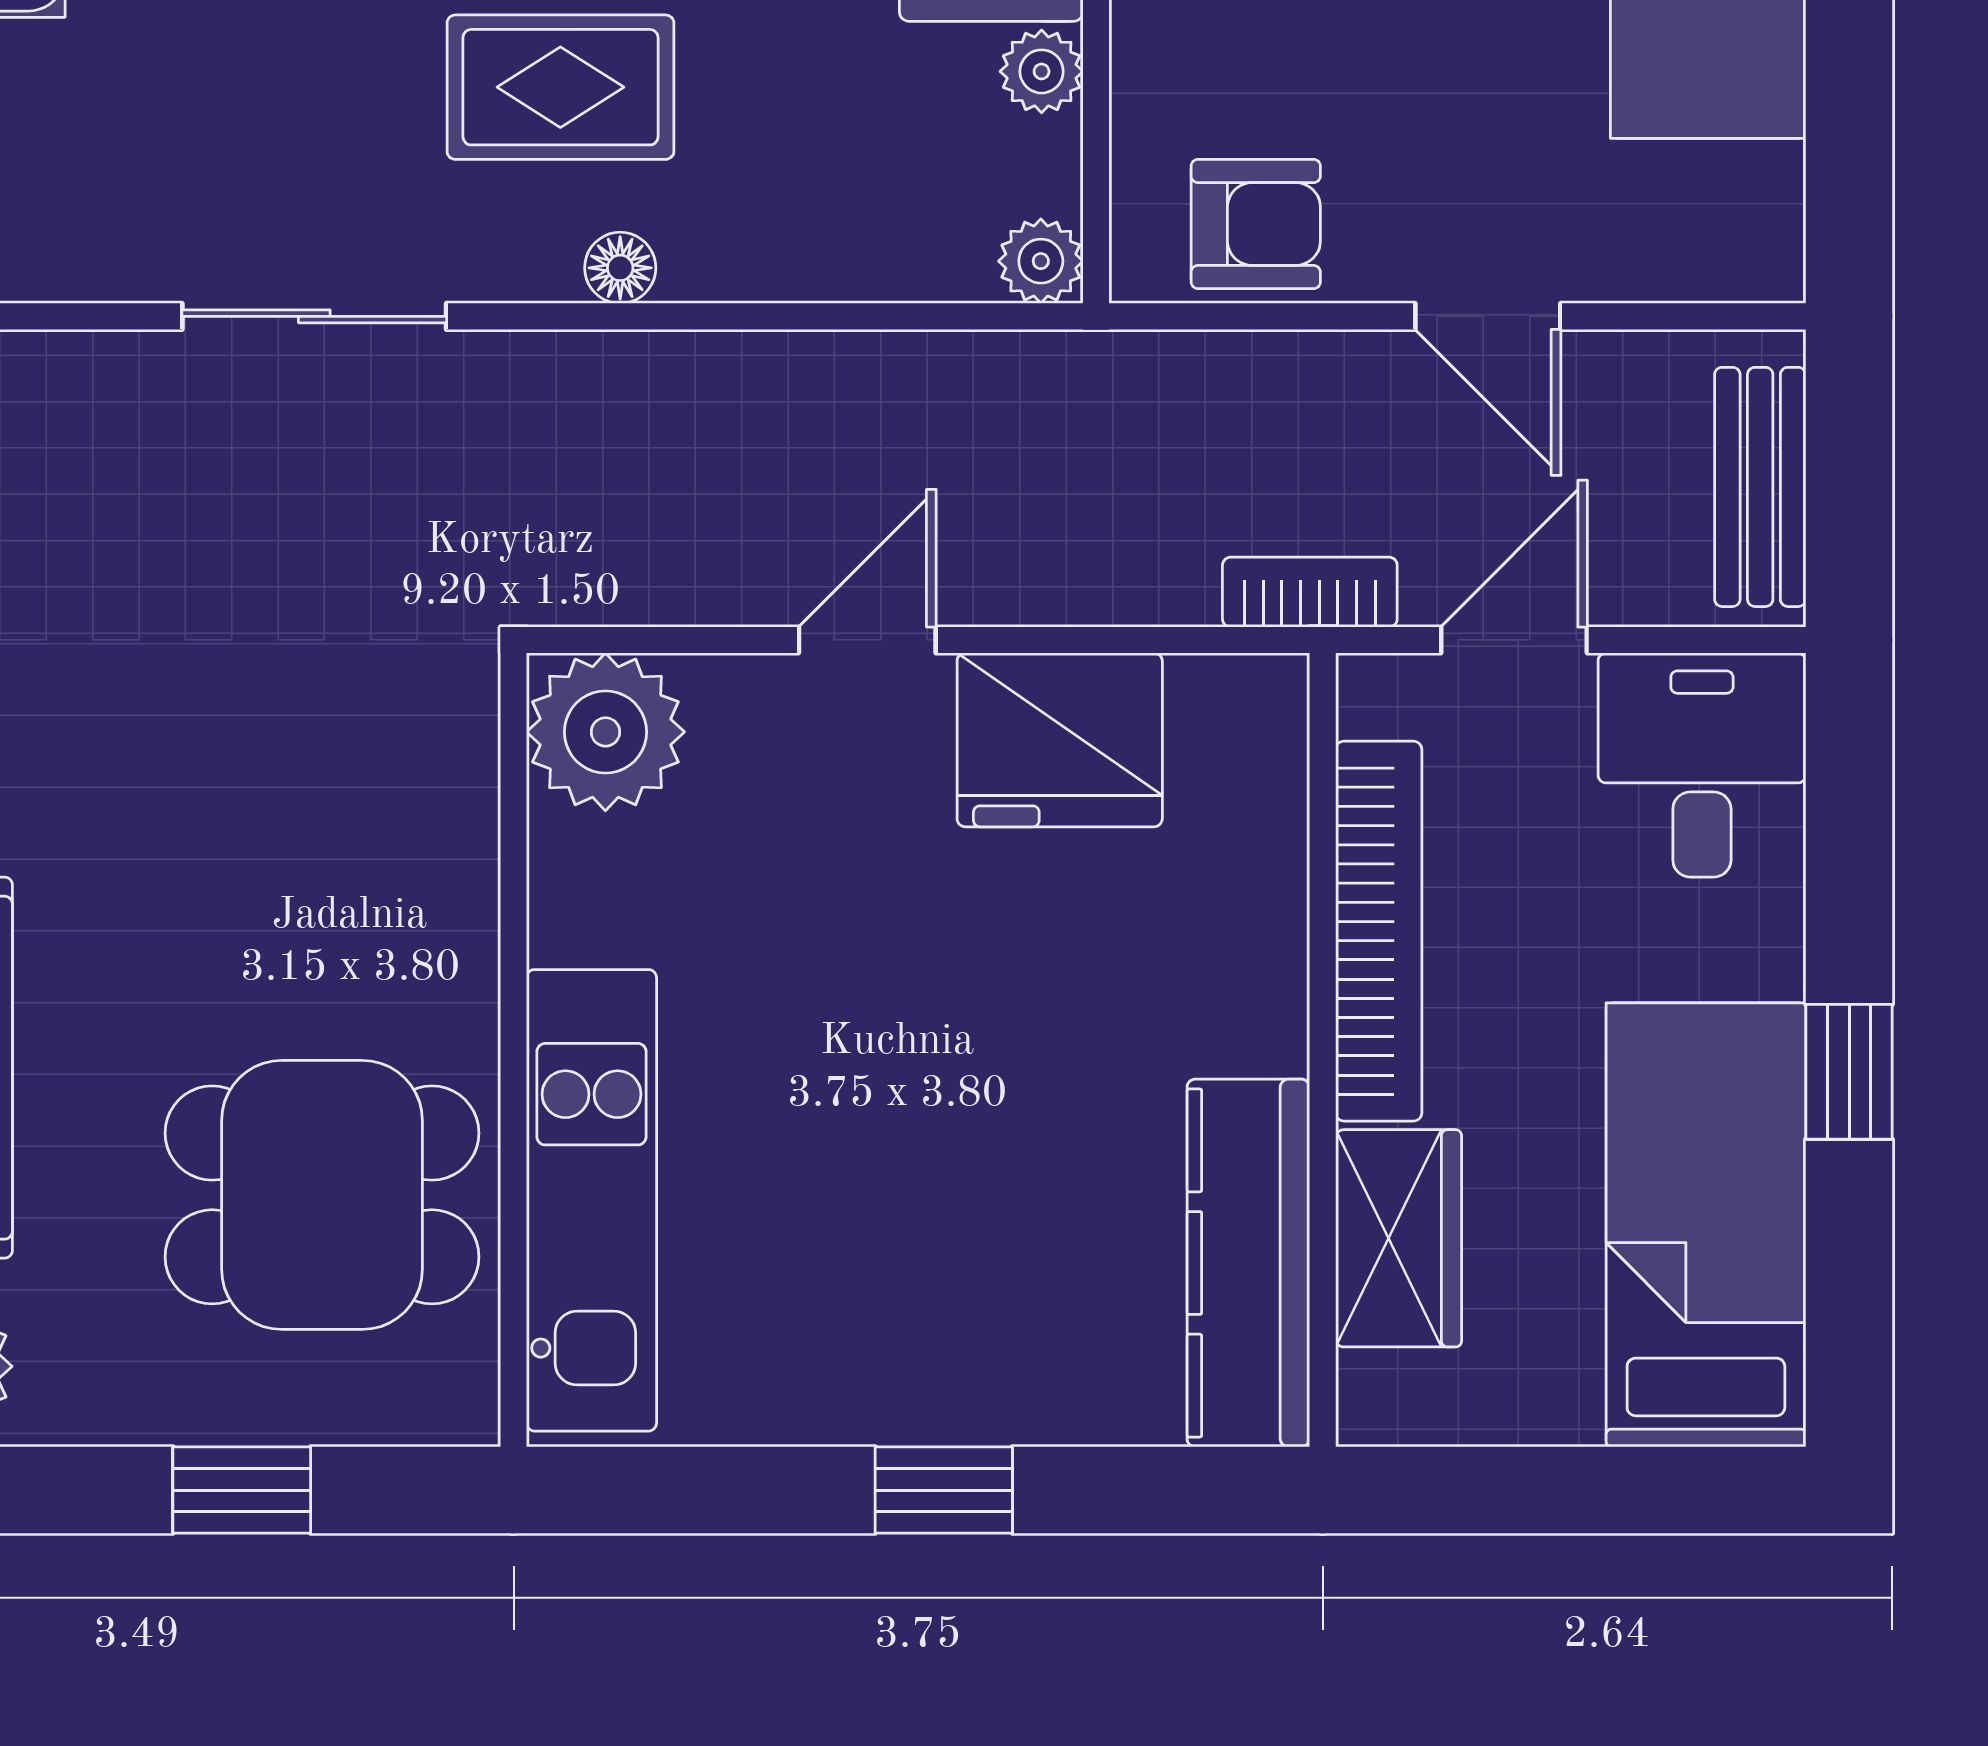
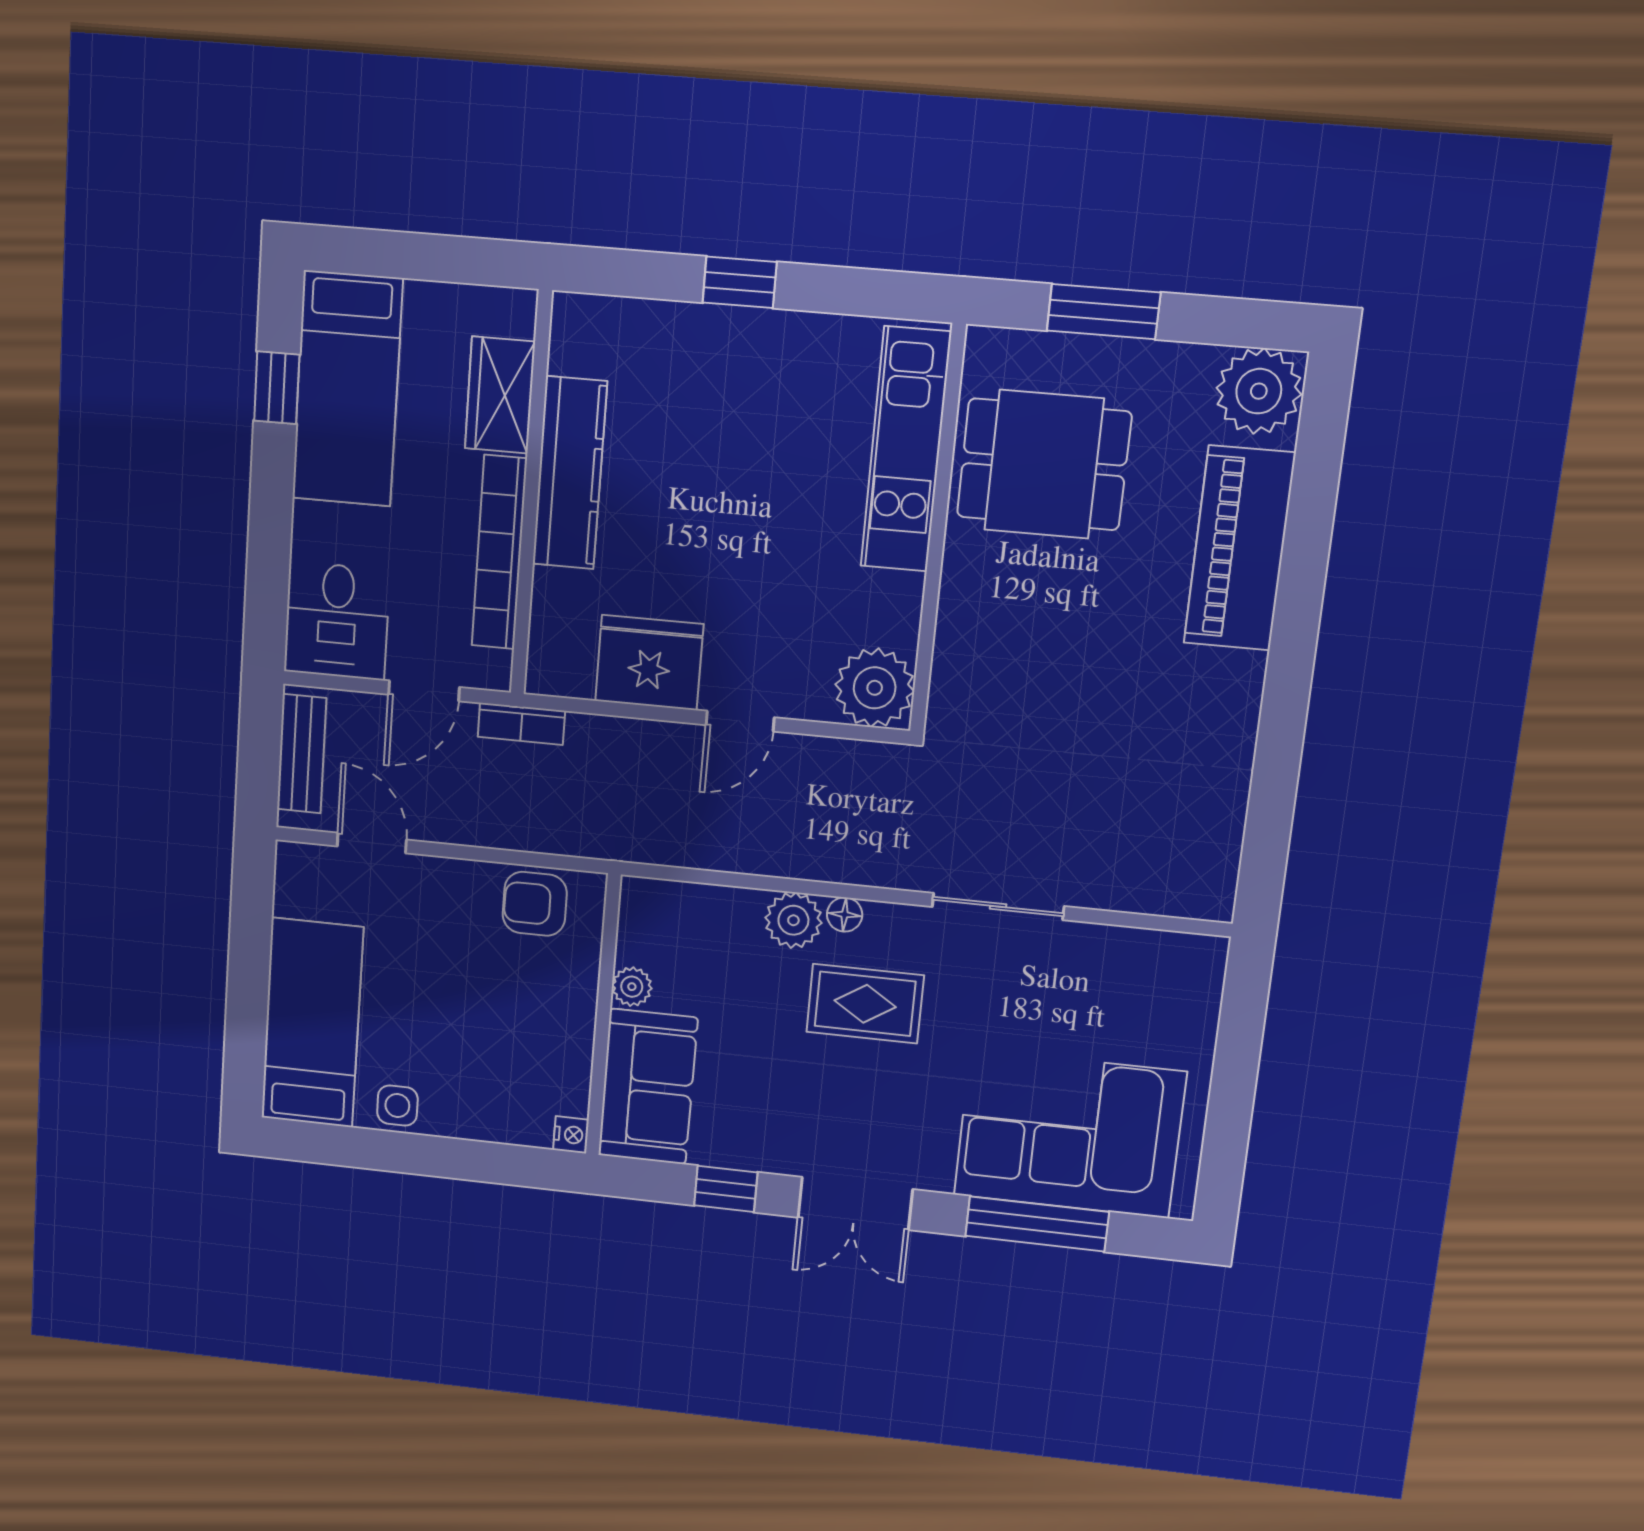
plant: (1041, 261) -> (793, 920), moved, width x1.38, depth x1.38
door: (1488, 316) -> (372, 843), moved
window: (1849, 1072) -> (277, 388), moved
kitchen counter: (1248, 1263) -> (570, 473), moved
window: (242, 1490) -> (1104, 312), width x1.50

